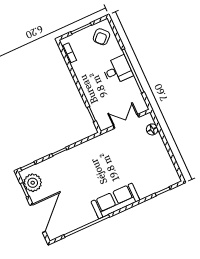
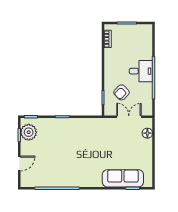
armchair: (101, 37) -> (121, 92), moved
sofa: (115, 201) -> (123, 178), moved
door: (38, 218) -> (19, 164), width x0.53

